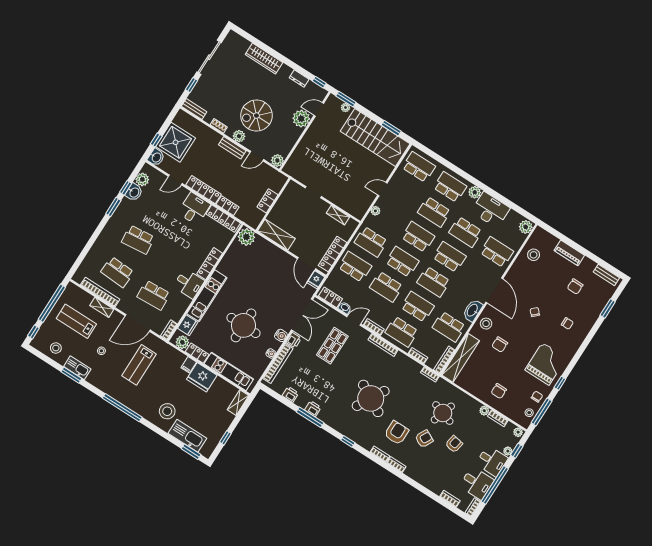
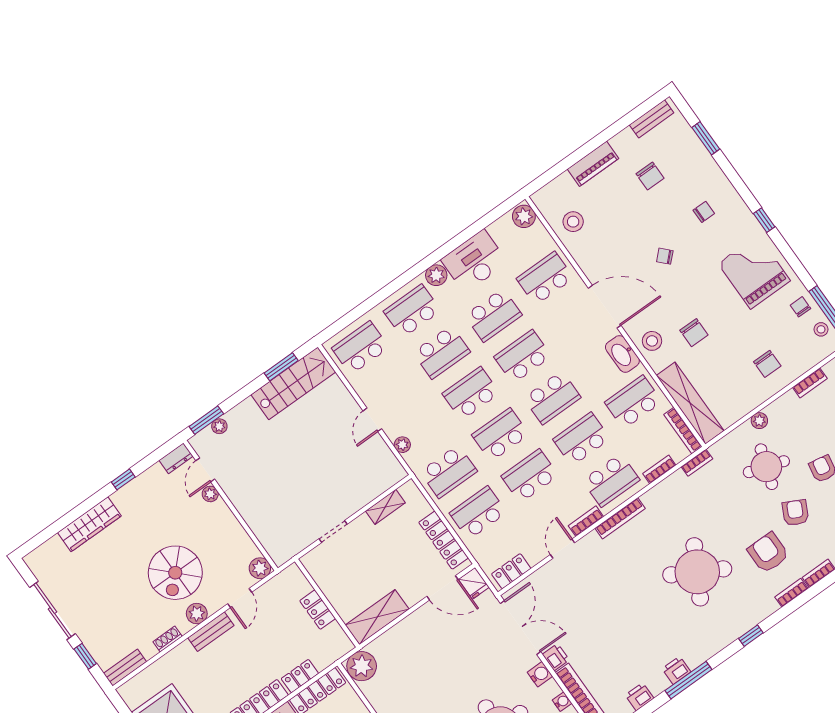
dresser: (299, 79) -> (176, 458), moved
window: (319, 82) -> (123, 479), moved
plant: (301, 119) -> (210, 494), width x0.53, depth x0.53
stairs: (375, 137) -> (293, 383), width x0.73, depth x0.66
school desk: (386, 287) -> (530, 476), turned 180
washbasin: (345, 308) -> (537, 555), removed
school desk: (449, 327) -> (633, 402), turned 180
shop shelf: (332, 346) -> (589, 599), removed
window: (560, 383) -> (764, 220), moved
plant: (484, 411) -> (759, 421), moved

